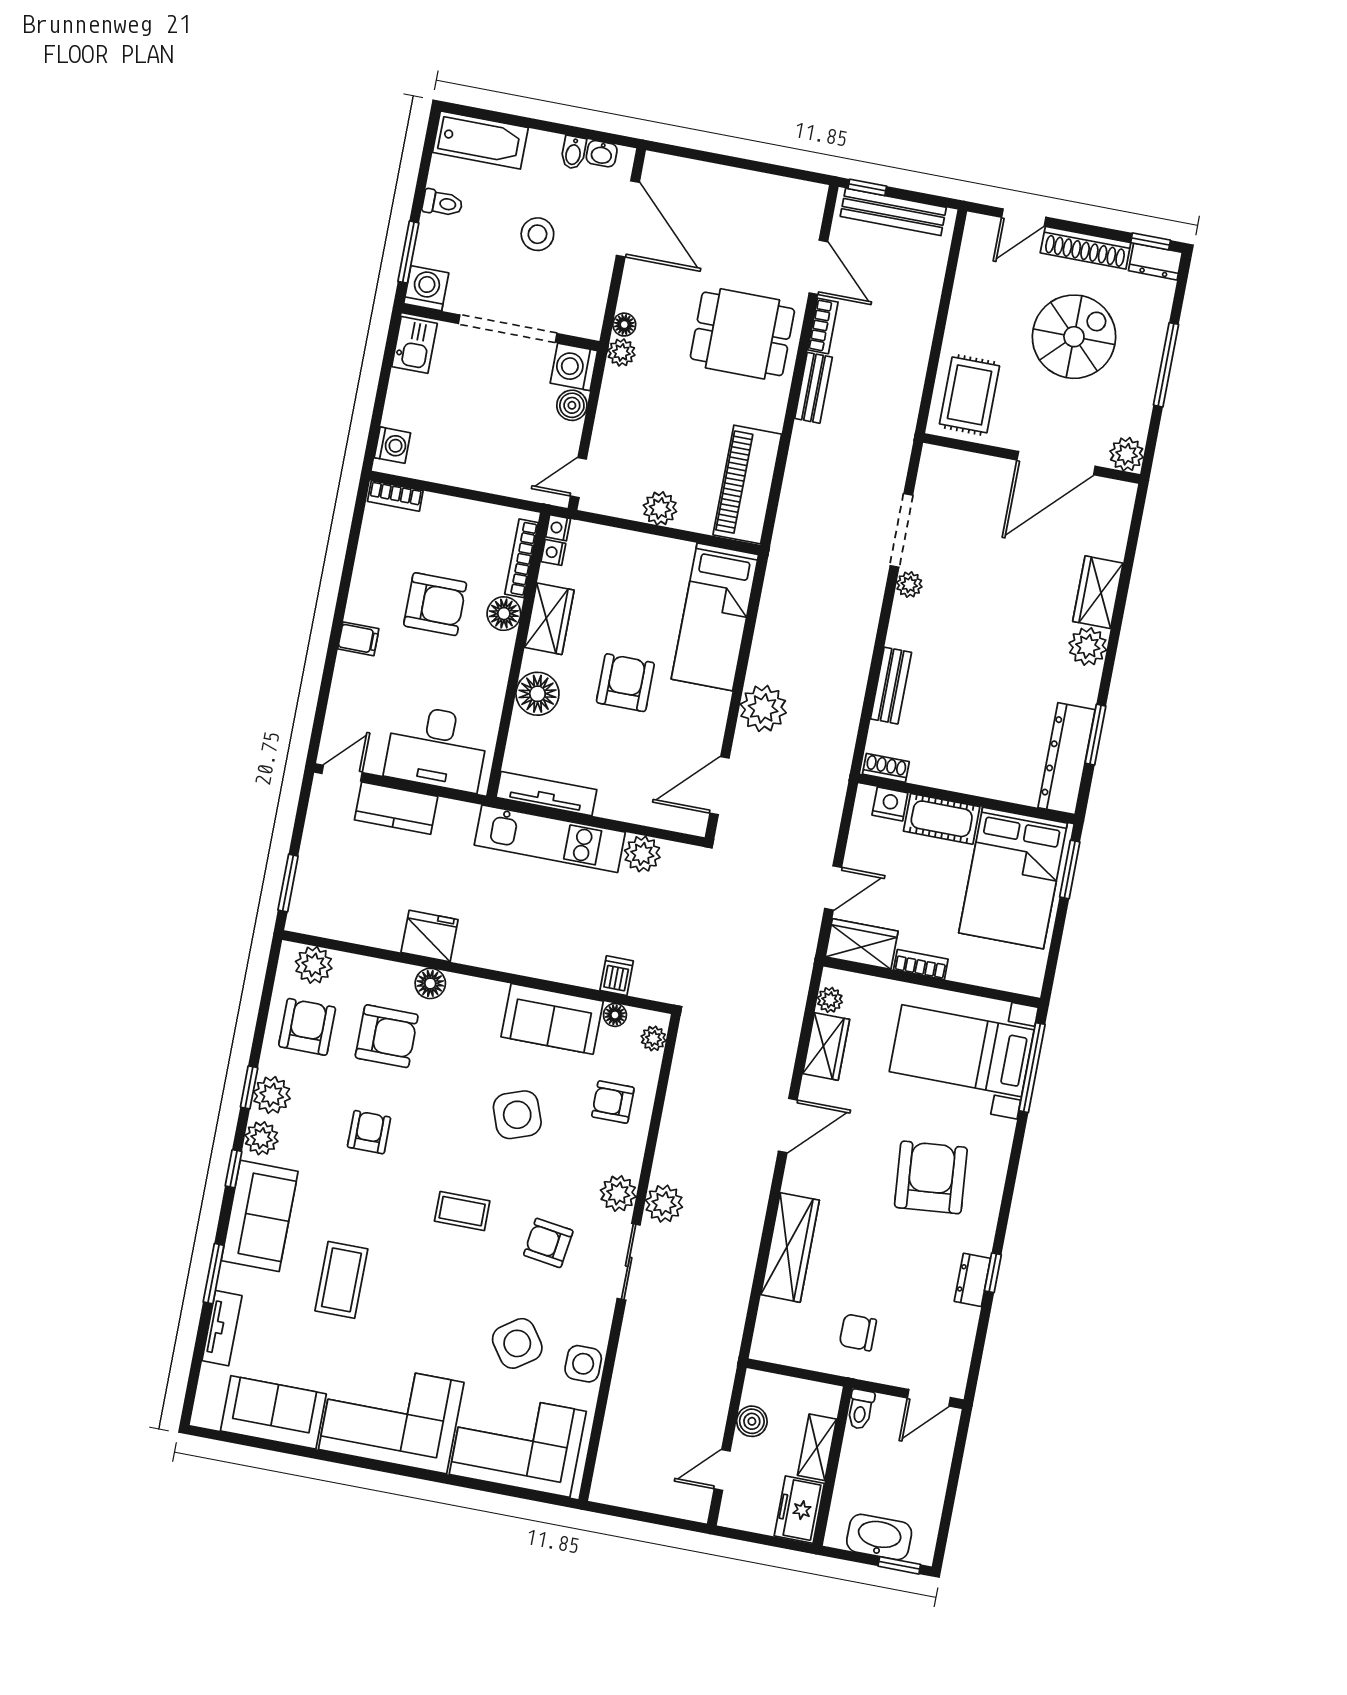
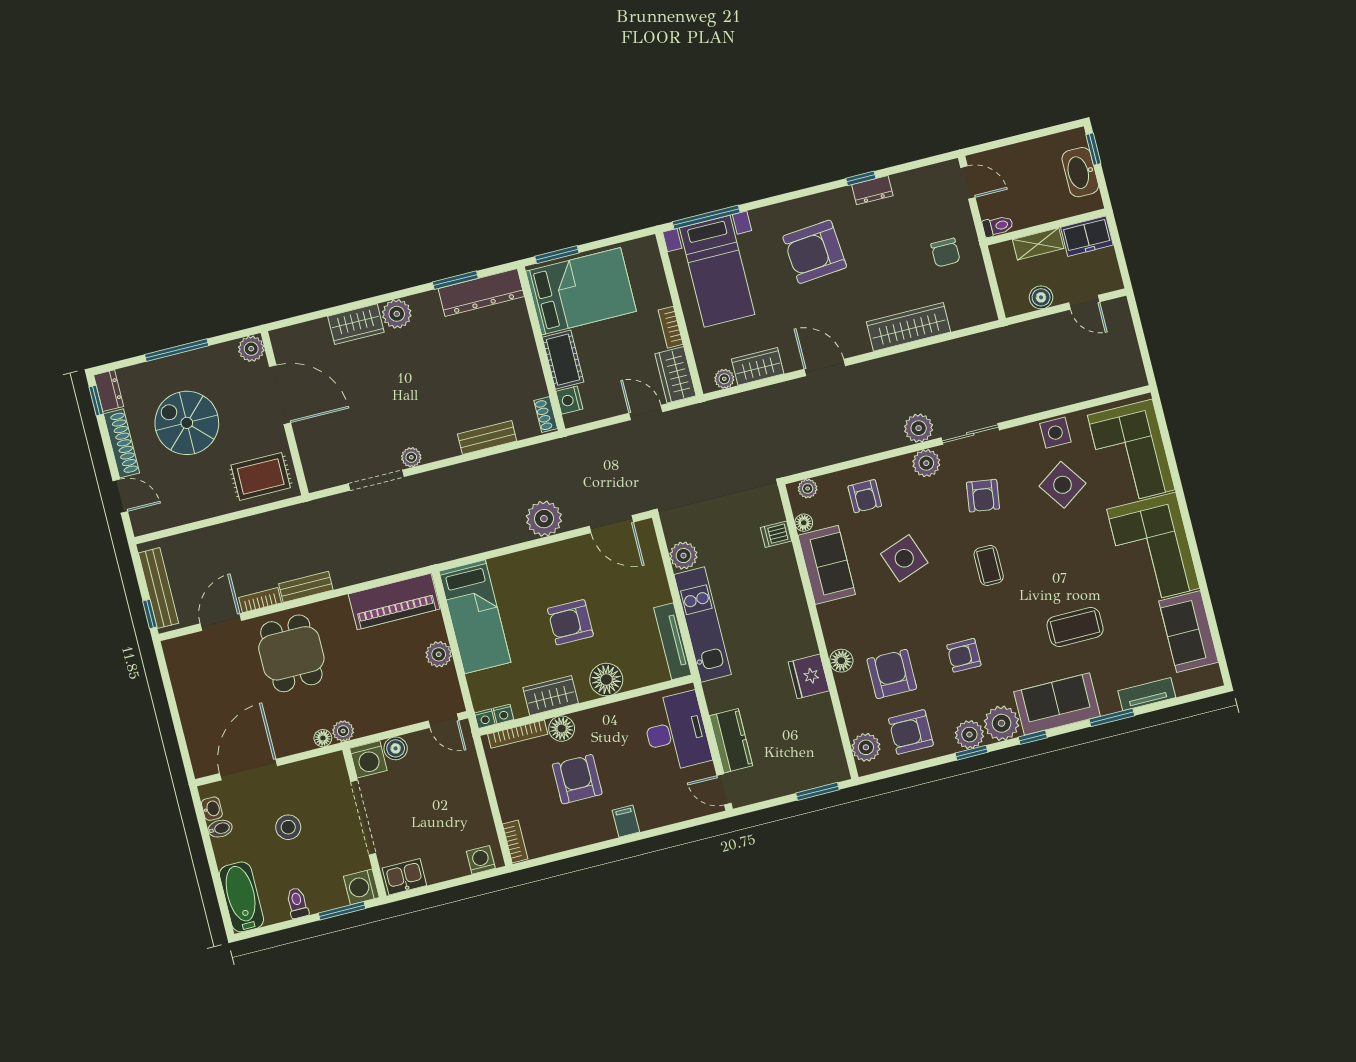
bed: (715, 617) -> (475, 617), moved, turned 90
plant: (261, 1138) -> (1002, 723), width x1.36, depth x1.36

